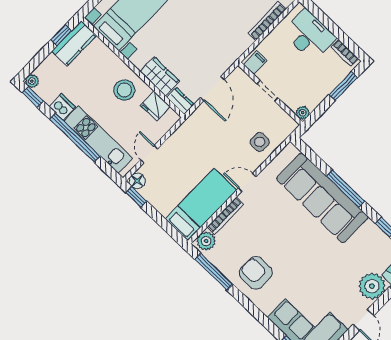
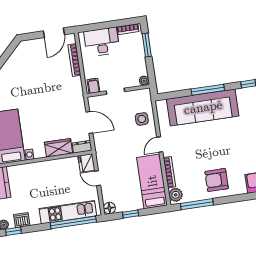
stool: (124, 90) -> (51, 175), removed
fridge: (155, 106) -> (86, 163), moved, turned 90
dishwasher: (62, 107) -> (22, 220), moved
window: (75, 138) -> (73, 222), moved
door: (149, 154) -> (98, 178), moved
window: (136, 197) -> (131, 214), moved

